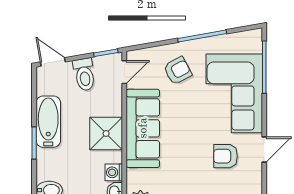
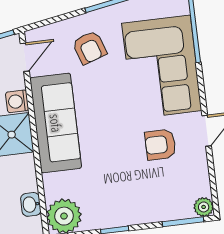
armchair: (178, 71) -> (89, 47), turned 99
washing machine: (114, 172) -> (17, 101), moved

